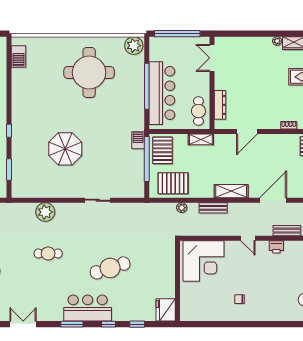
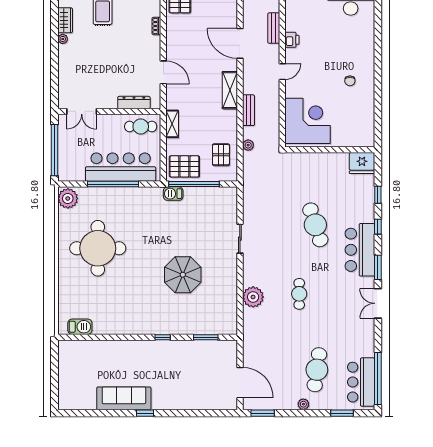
pallet: (173, 183) -> (221, 155), width x0.67, depth x0.71
double door: (23, 324) -> (378, 303), moved

